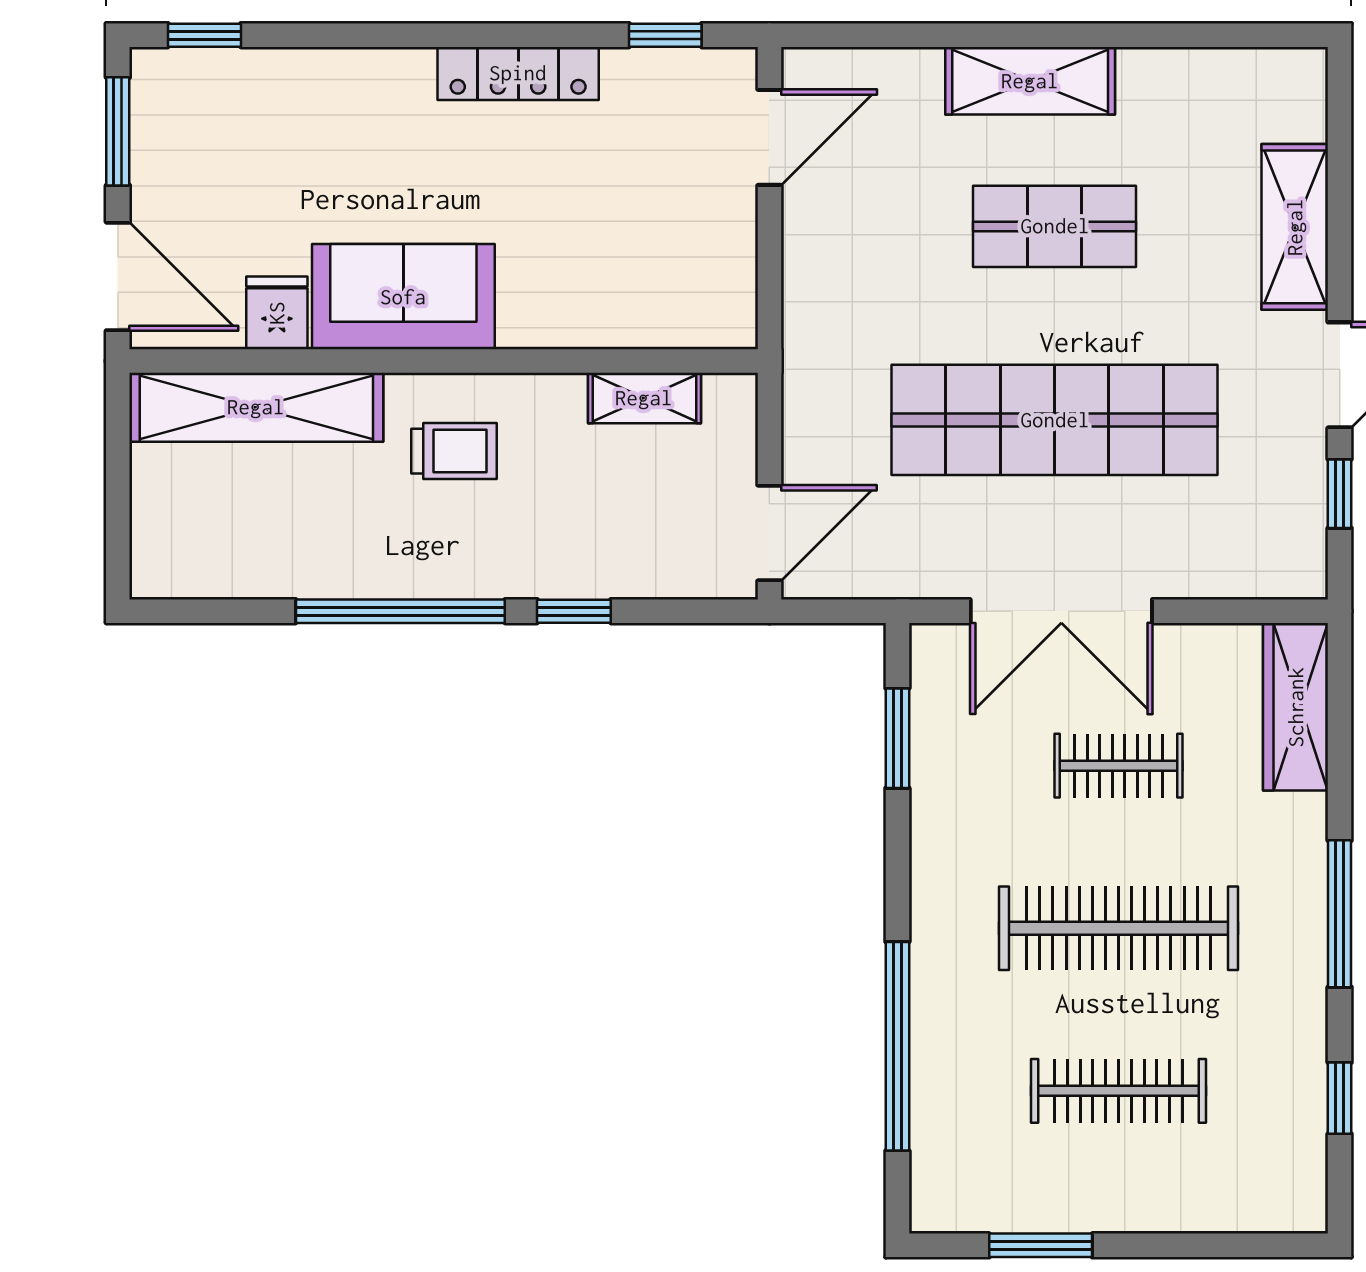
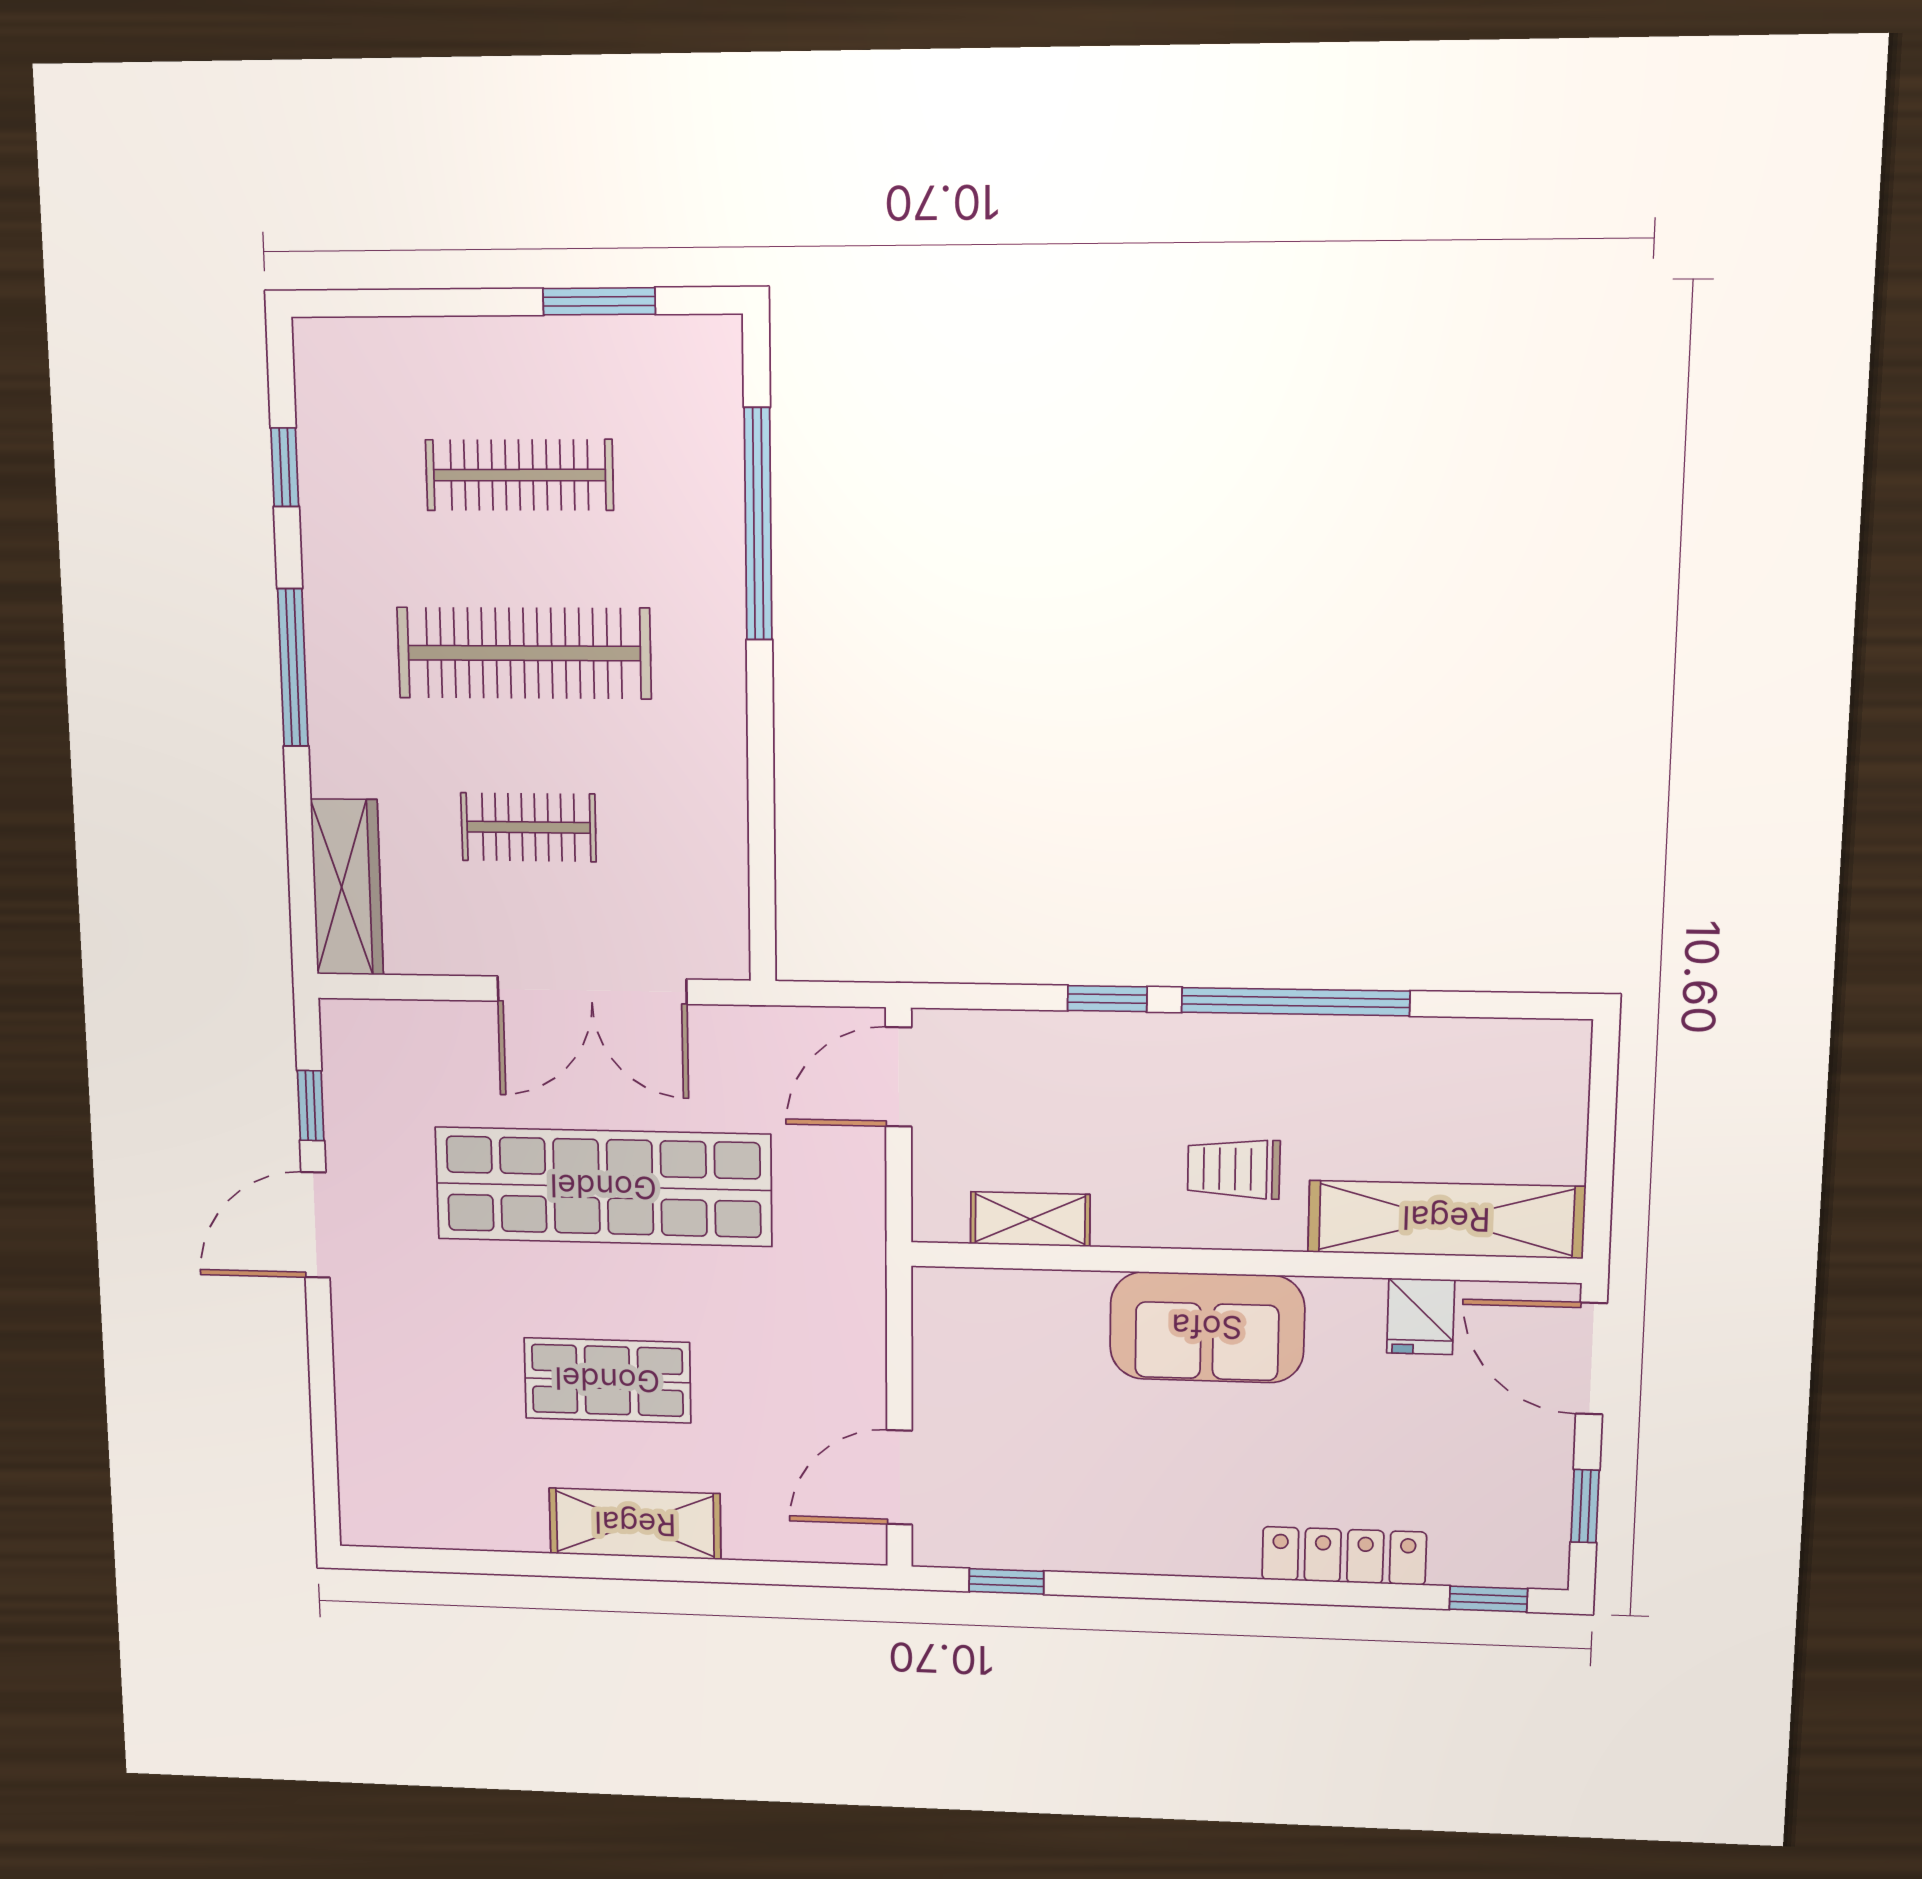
locker: (518, 73) -> (1344, 1556), moved
window: (118, 131) -> (1585, 1506), width x0.67
shelving: (1295, 227) -> (366, 1373), removed
sofa: (403, 297) -> (1207, 1327), moved
double door: (1061, 611) -> (592, 990), swing flipped
window: (897, 738) -> (762, 859), removed

